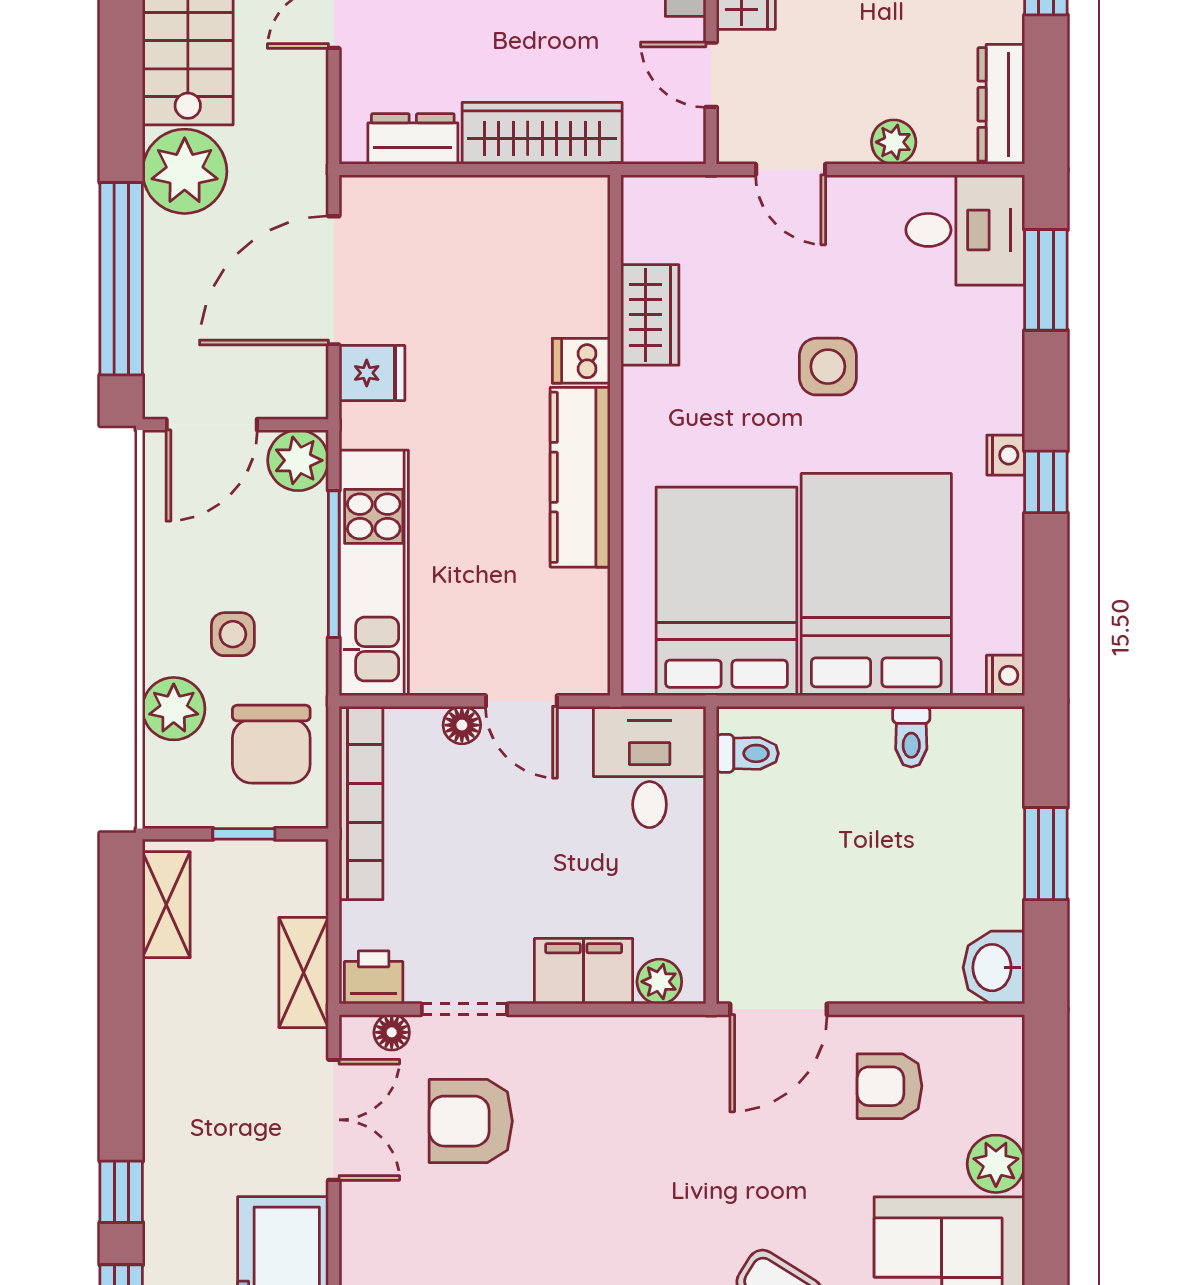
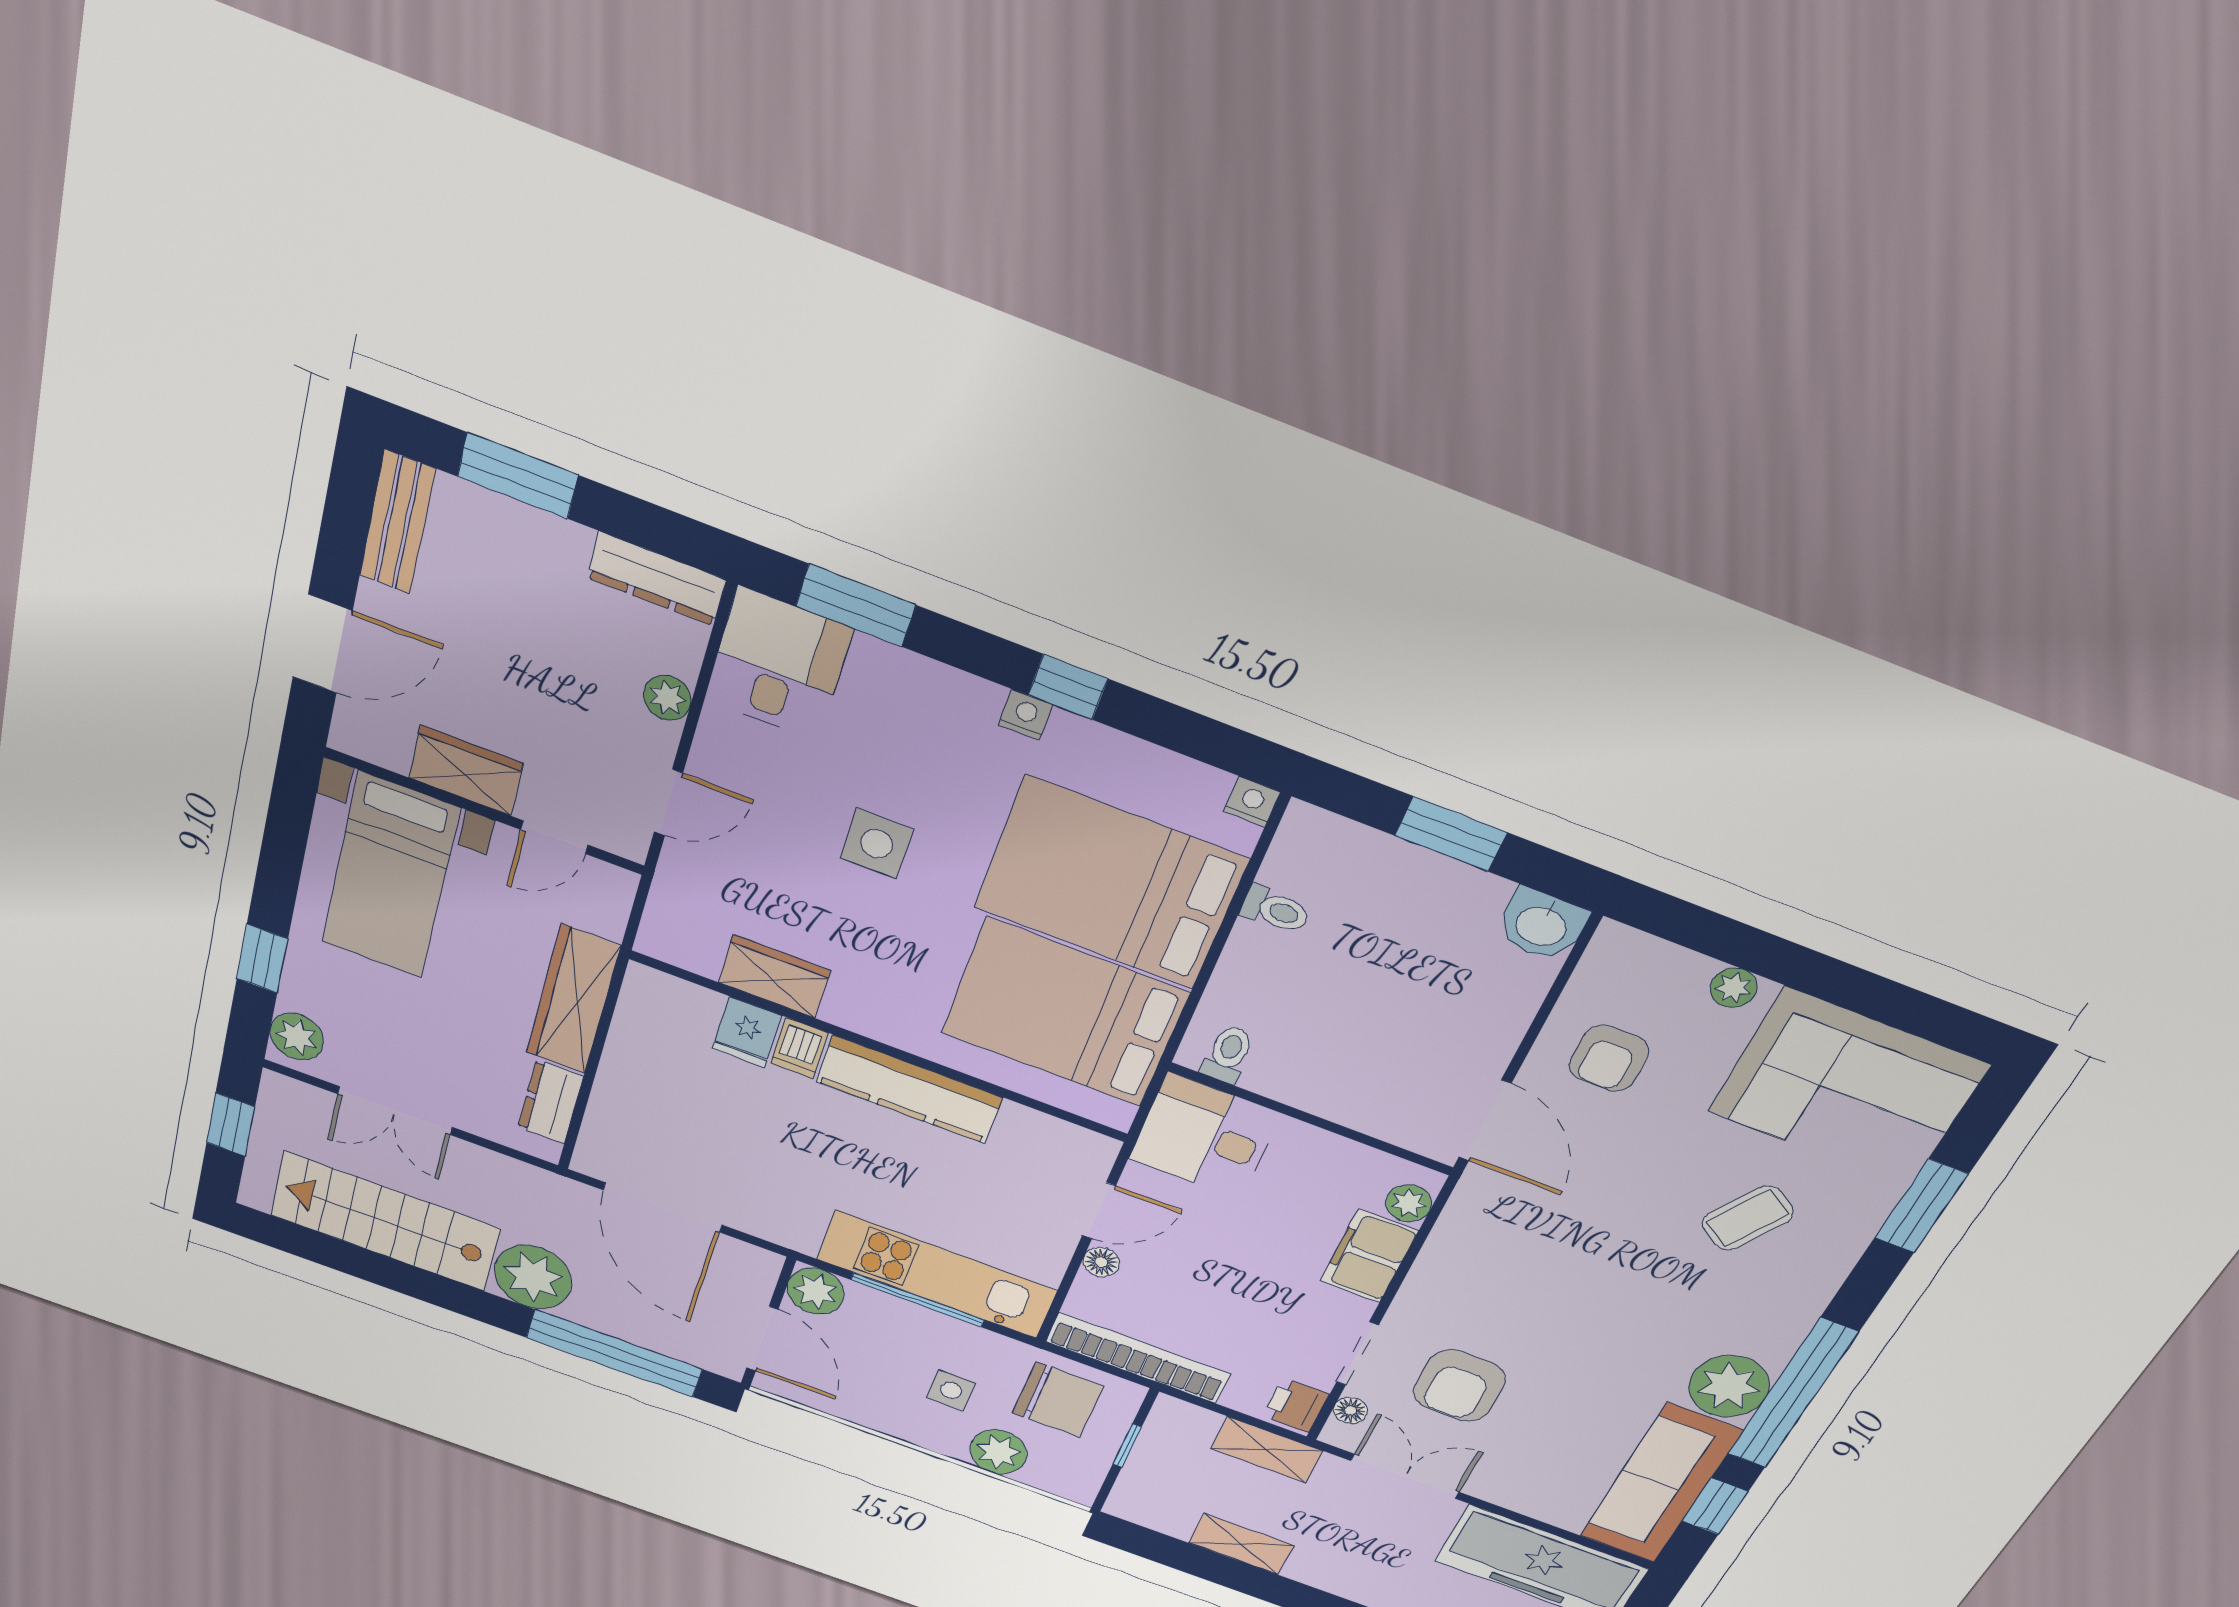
fridge: (372, 373) -> (747, 1032), moved, turned 180
shelving: (166, 905) -> (1241, 1544), moved
plant: (996, 1164) -> (1734, 988), width x0.73, depth x0.73

